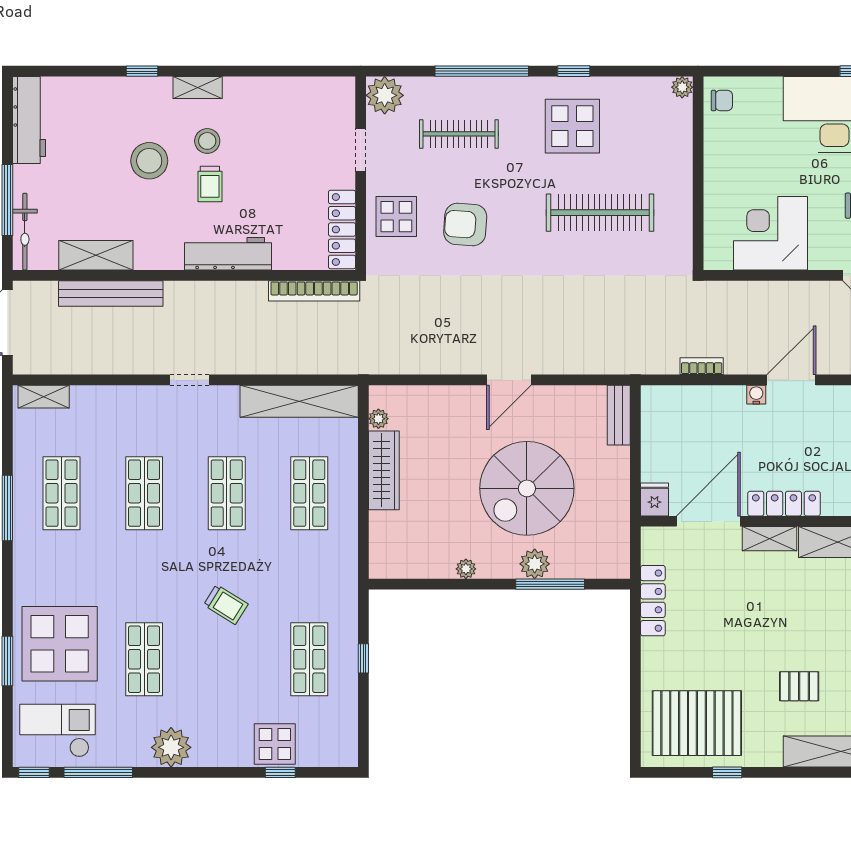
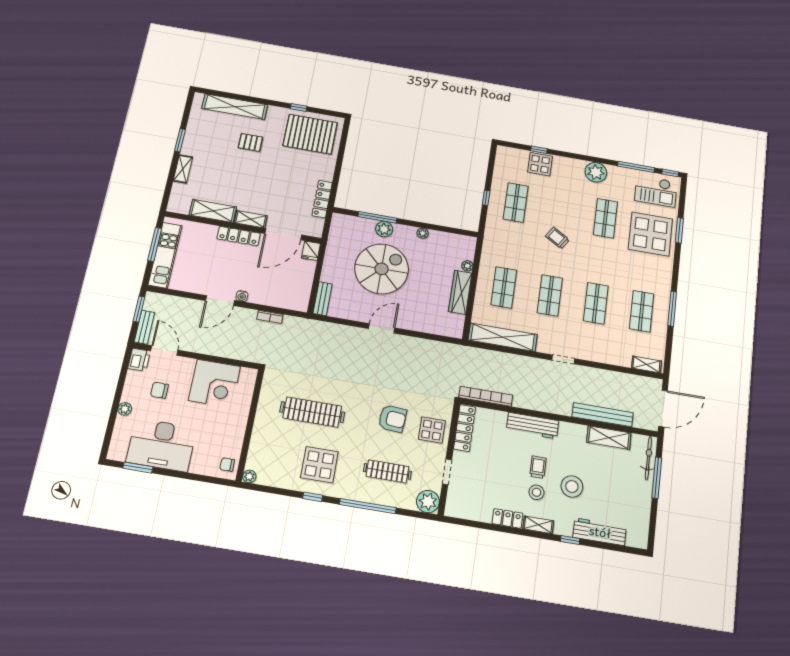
locker: (250, 89) -> (507, 518), added
workbench: (29, 120) -> (600, 532), moved, turned 90
plant: (378, 419) -> (467, 266), moved

